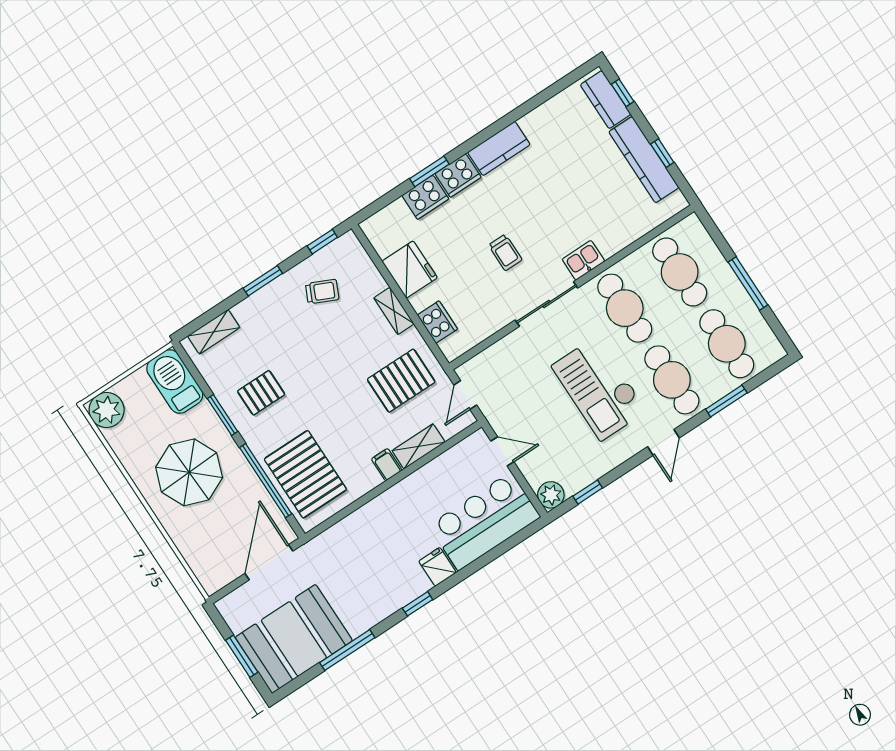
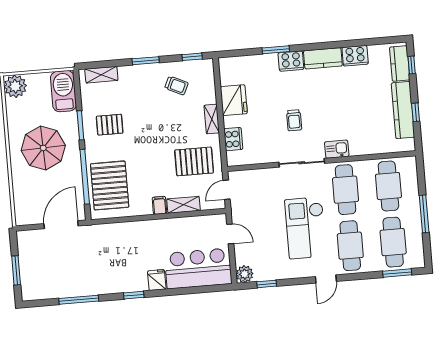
cooker: (425, 197) -> (355, 56), moved
window: (726, 401) -> (397, 273), moved
booth: (294, 639) -> (52, 277), removed

